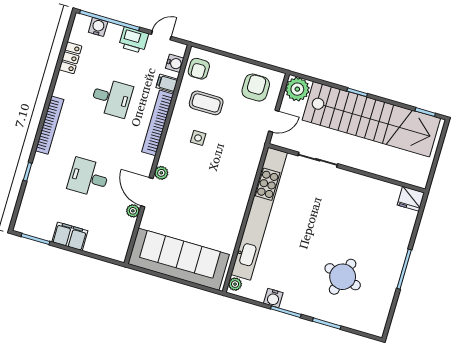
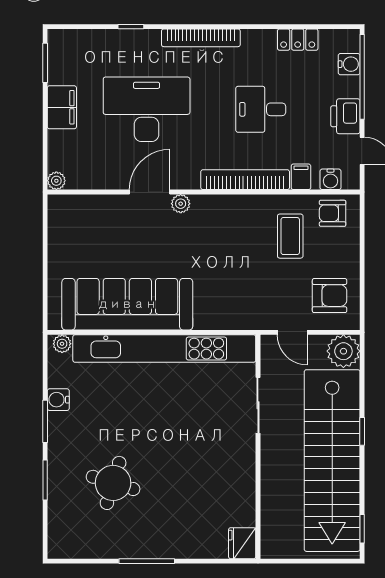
desk: (112, 98) -> (261, 109), turned 90
side table: (198, 138) -> (241, 239), removed
desk: (88, 178) -> (147, 109), width x1.87, depth x1.30
plant: (133, 211) -> (56, 181), moved
sofa: (179, 259) -> (127, 304), moved, turned -90

